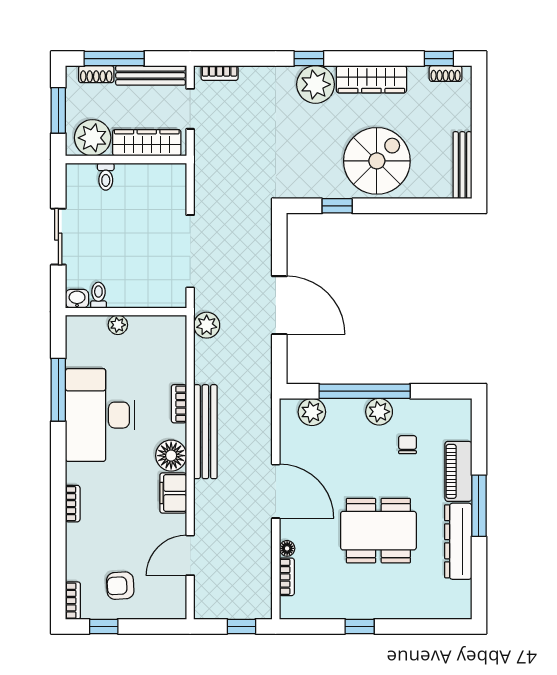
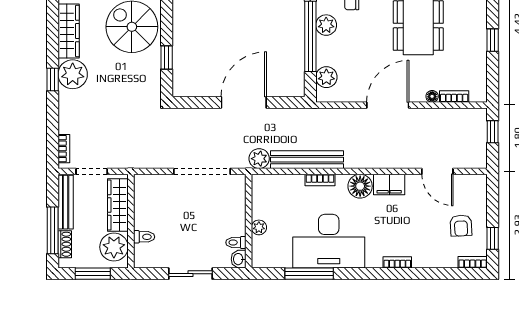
bench: (205, 432) -> (307, 160), moved

